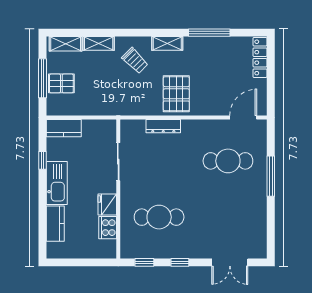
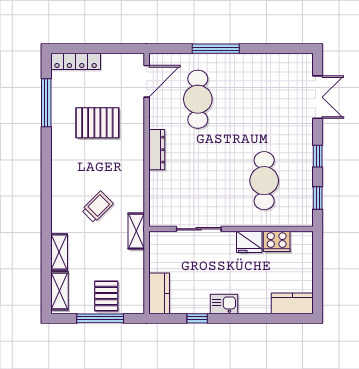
window: (209, 33) -> (46, 103), moved
shelving: (167, 43) -> (136, 231), moved
trolley: (135, 61) -> (97, 207), moved
pallet: (176, 94) -> (97, 123), moved
door: (243, 118) -> (147, 81), swing flipped
dresser: (163, 126) -> (157, 150), moved
kitchen sink: (57, 183) -> (224, 304), width x0.53, depth x0.81
kitchen counter: (55, 224) -> (292, 303), moved

